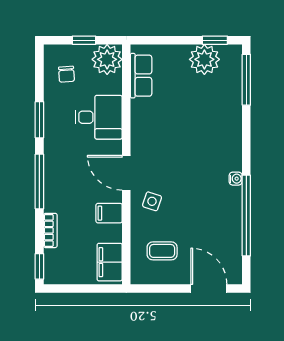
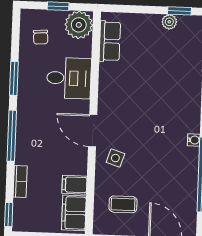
plant: (204, 59) -> (169, 22), width x0.53, depth x0.53
filing cabinet: (109, 213) -> (74, 185), moved

